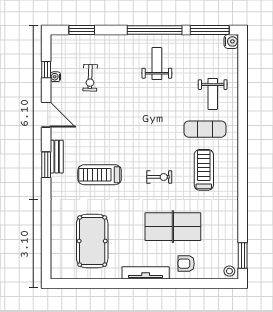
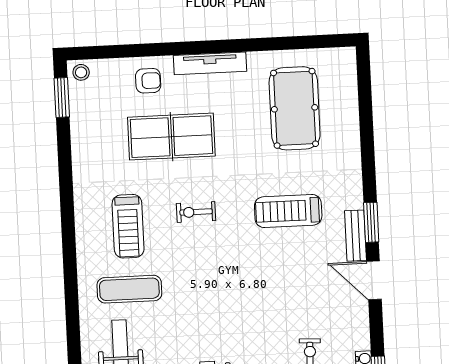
door: (46, 115) -> (374, 280), moved
treadmill: (100, 175) -> (288, 211), turned 180

